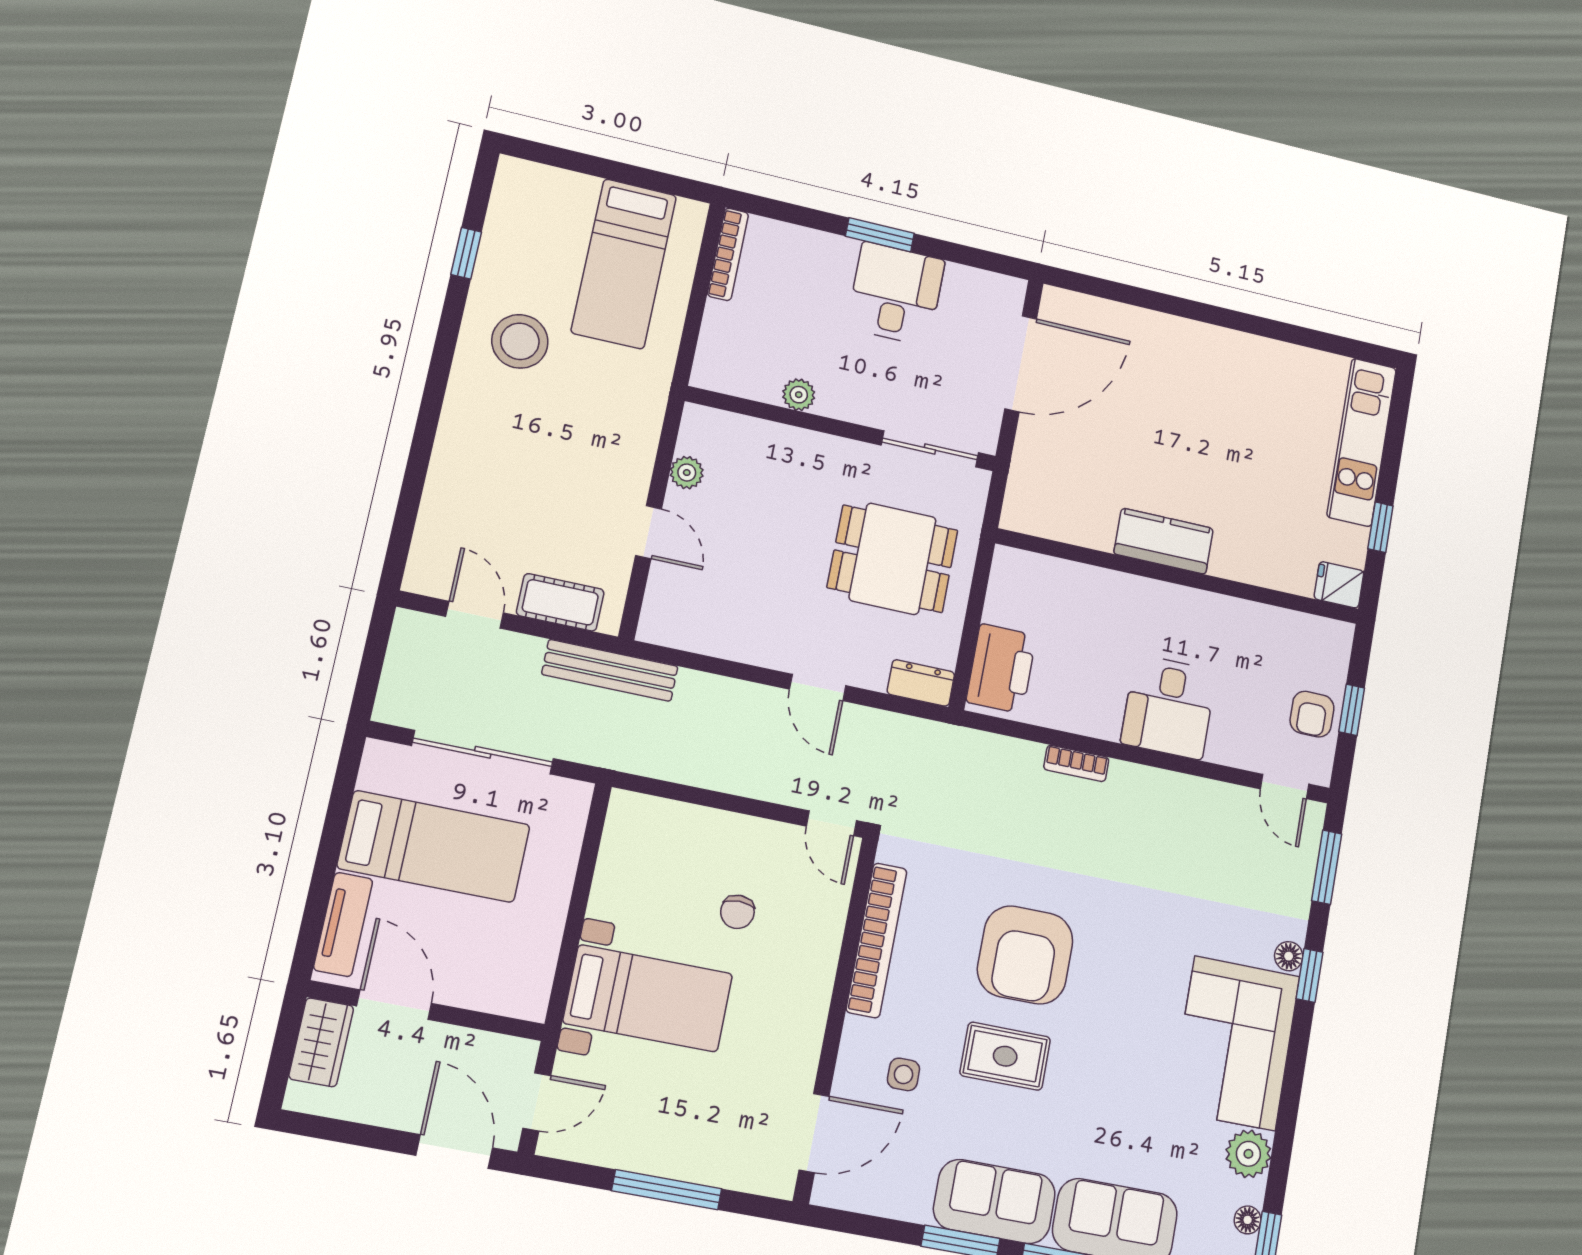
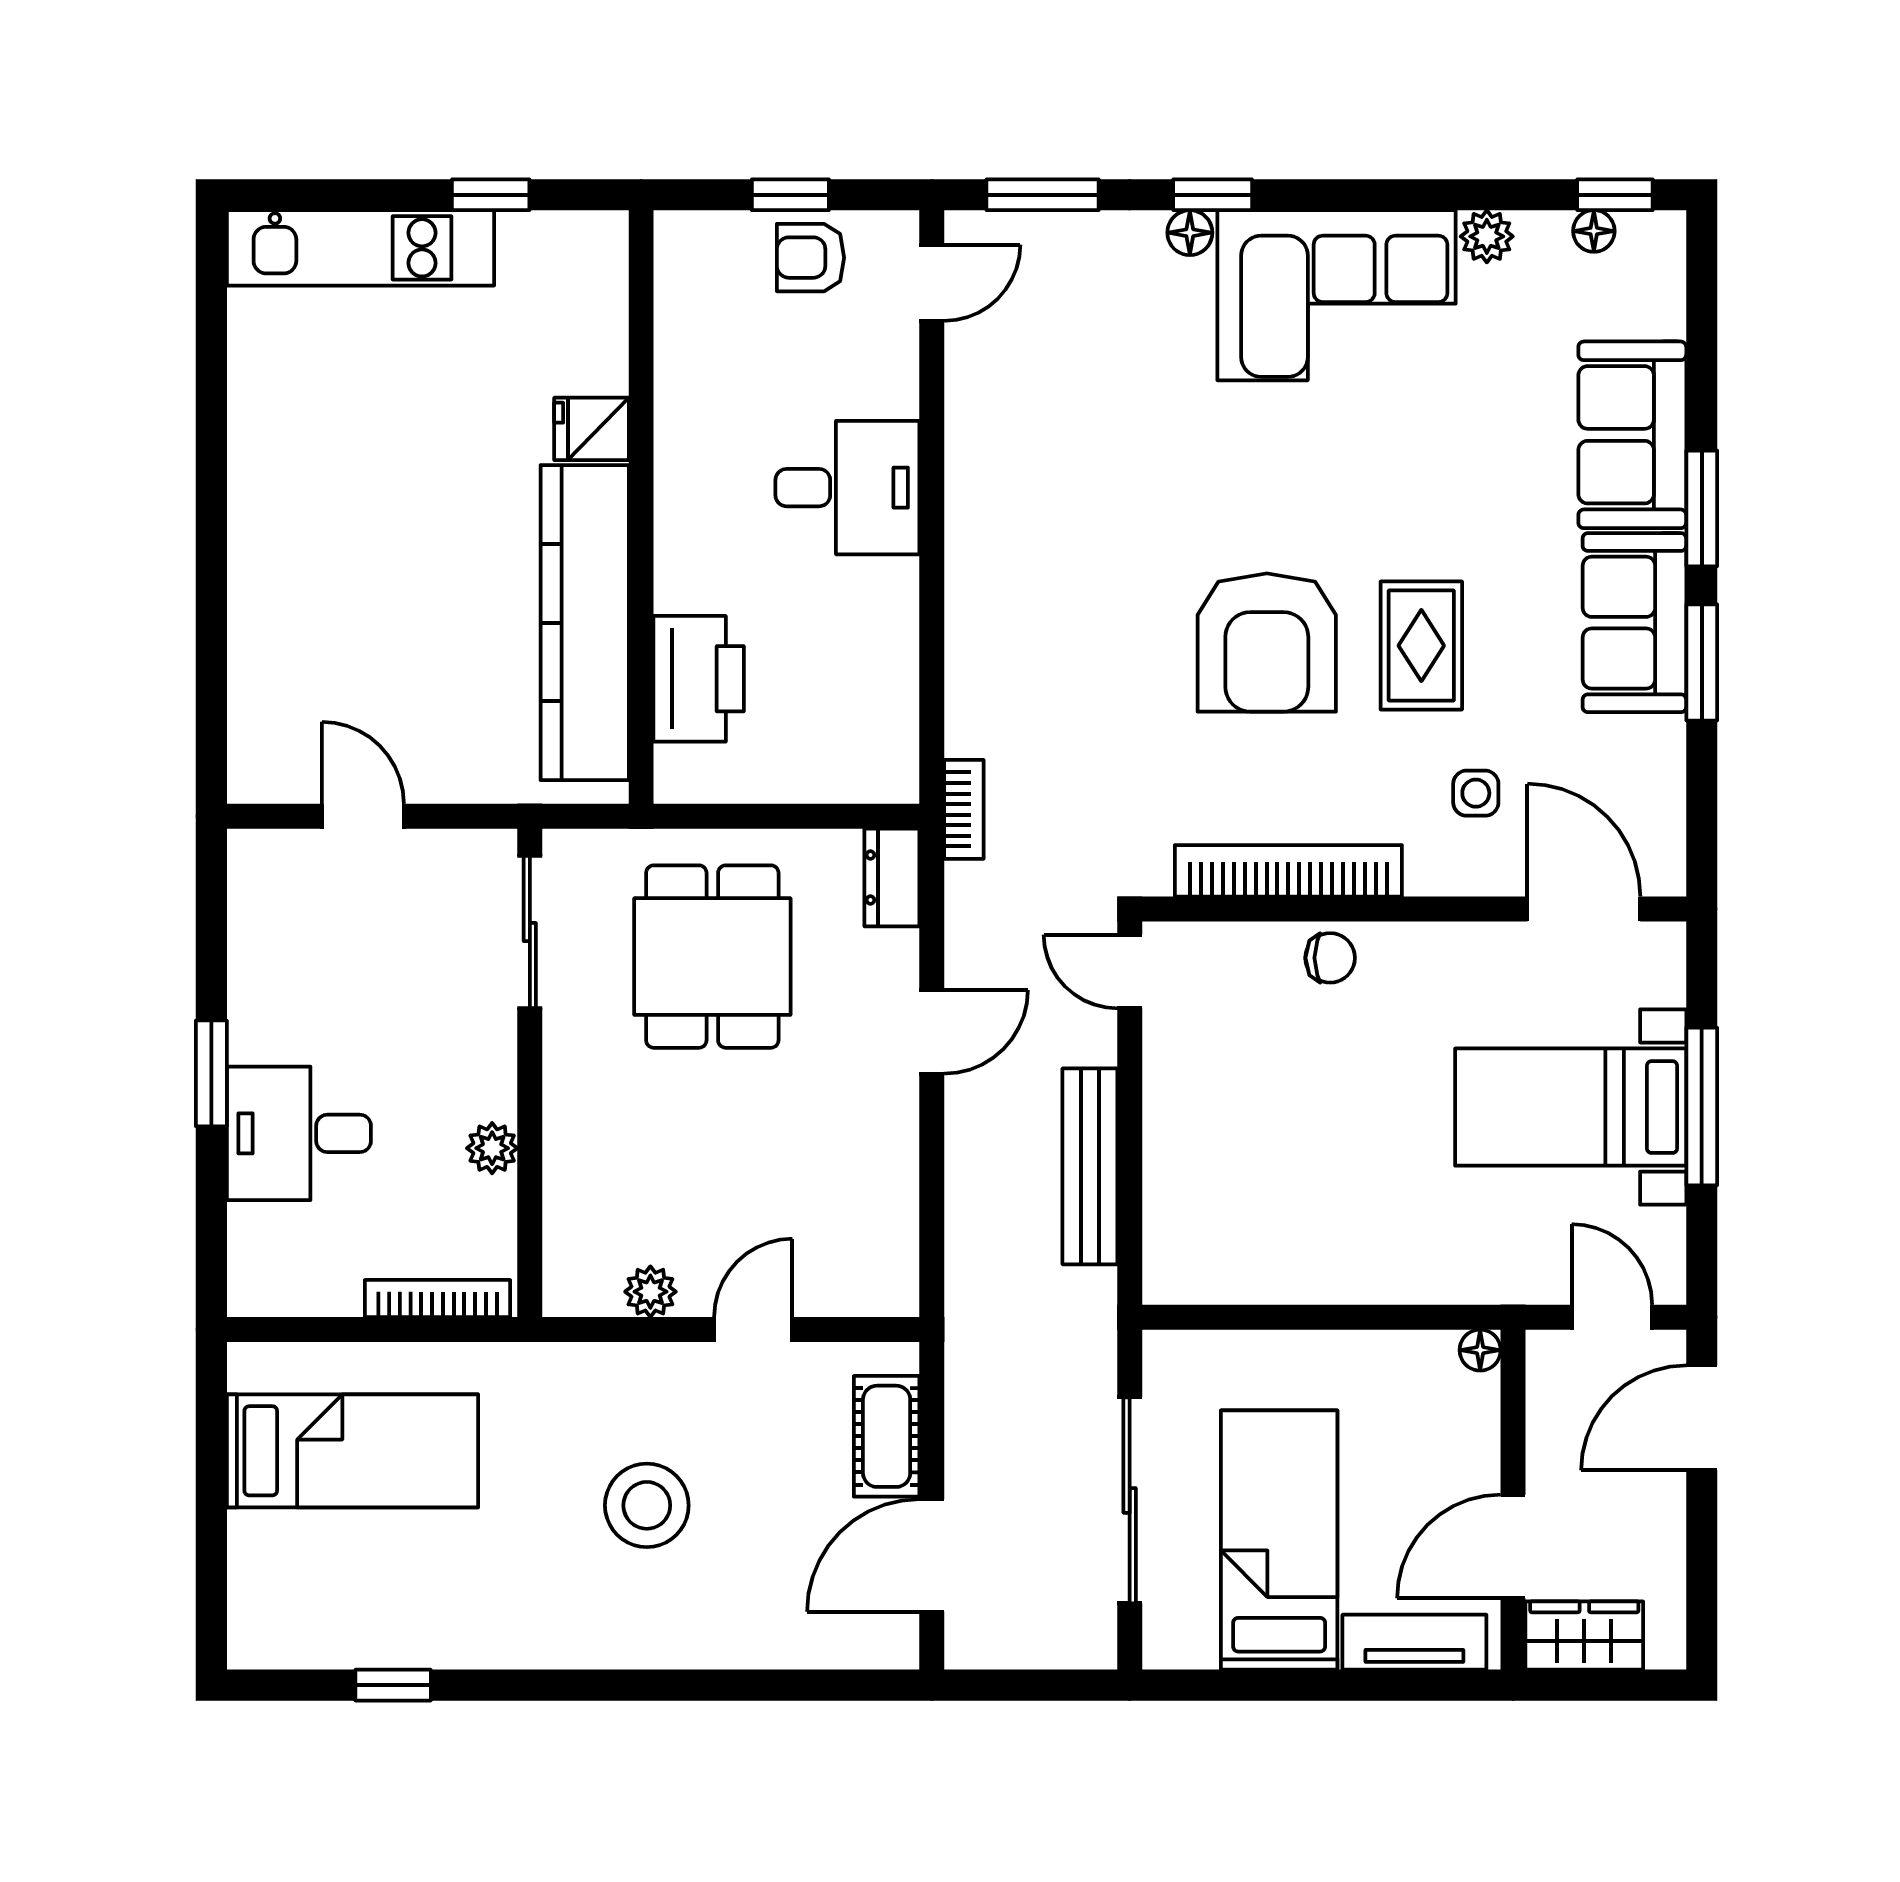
bookcase: (728, 254) -> (438, 1299), moved
desk: (896, 294) -> (299, 1133), moved
stool: (520, 341) -> (647, 1505), moved
door: (1021, 364) -> (363, 816), width x0.53
kitchen counter: (1164, 541) -> (585, 623), width x2.08, depth x1.17
fridge: (1339, 585) -> (591, 429), moved, turned 90
door: (475, 615) -> (932, 1555), width x1.38
printer: (1001, 669) -> (699, 679), moved, turned 90
bench: (610, 670) -> (1090, 1166), moved
armchair: (1312, 714) -> (811, 258), turned 180
bookcase: (1076, 763) -> (964, 809), moved
door: (831, 823) -> (1130, 971), swing flipped
chair: (737, 912) -> (1330, 958), moved
armchair: (1025, 955) -> (1267, 643), turned 90
bed with nightstands: (648, 998) -> (1571, 1107), moved, turned -90
floor lamp: (533, 1007) -> (1480, 1350), added
plant: (1248, 1154) -> (1487, 236), width x0.73, depth x0.73

